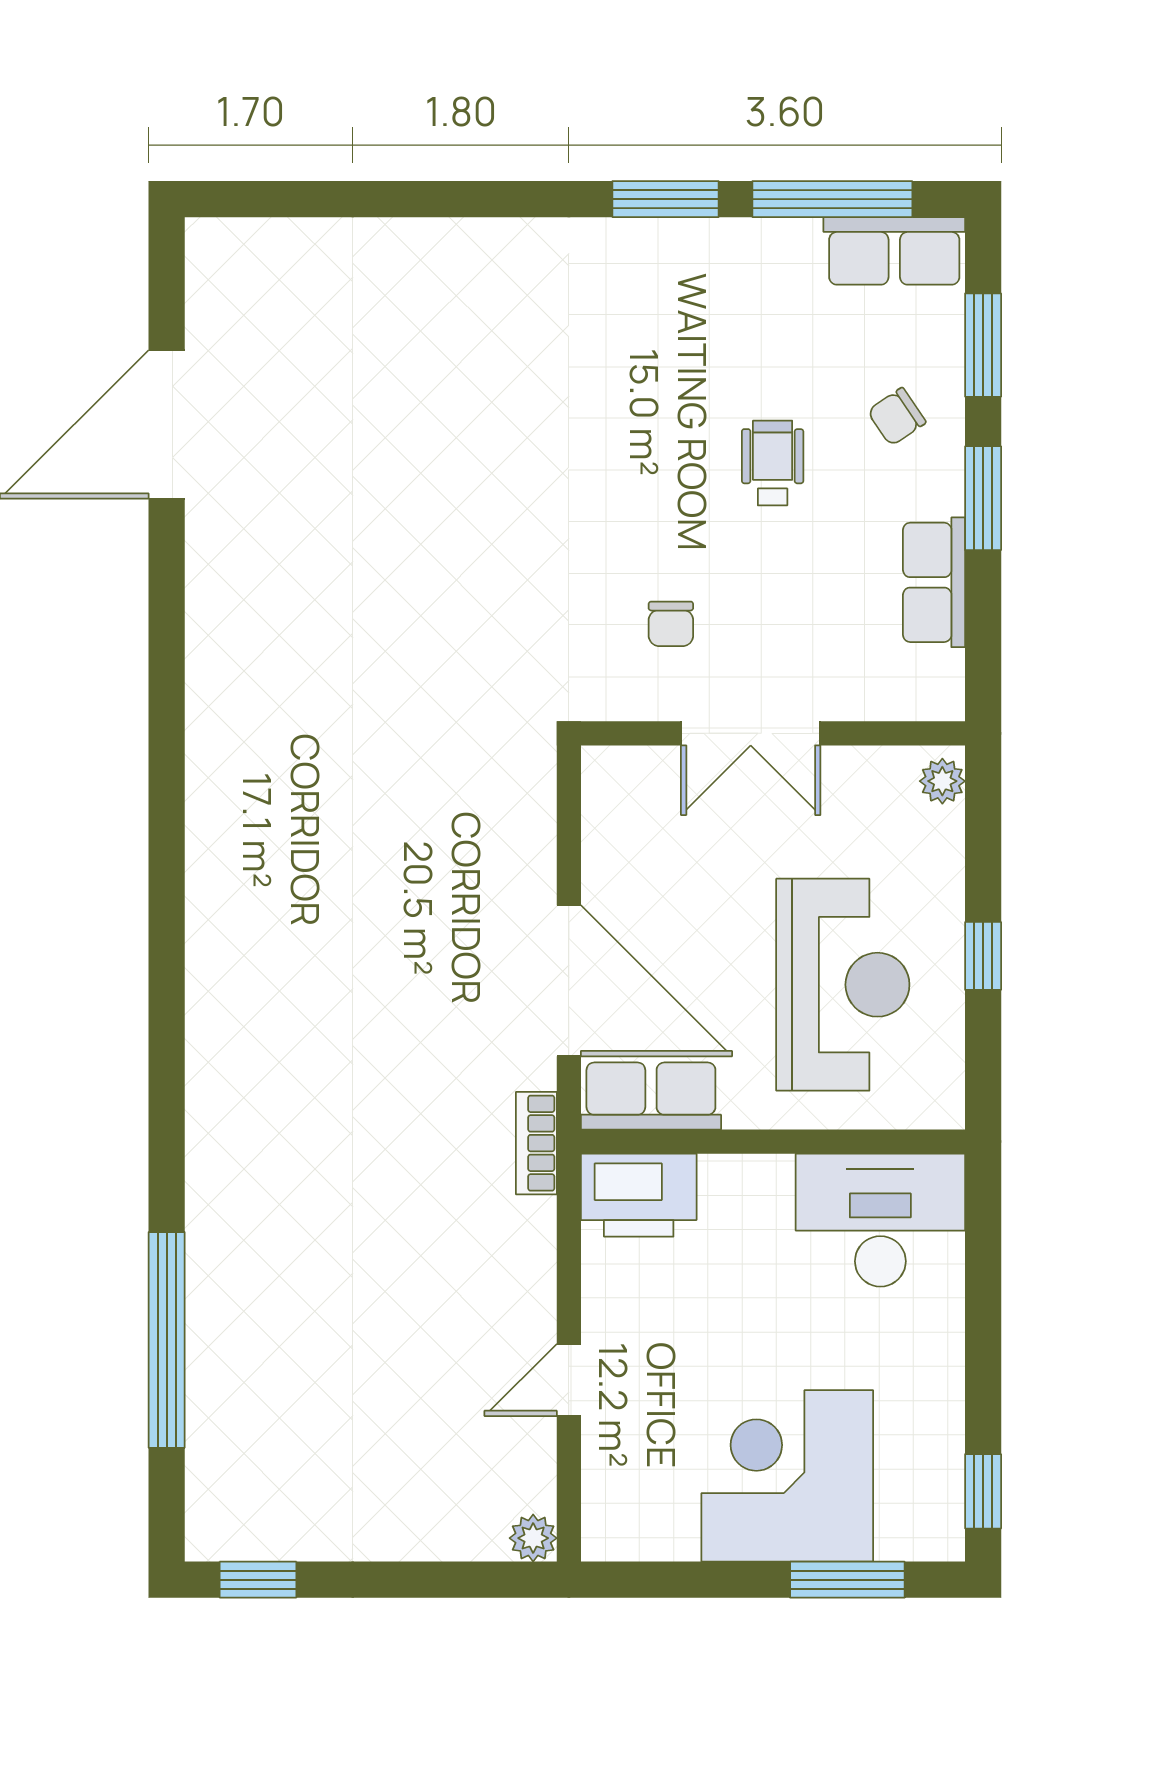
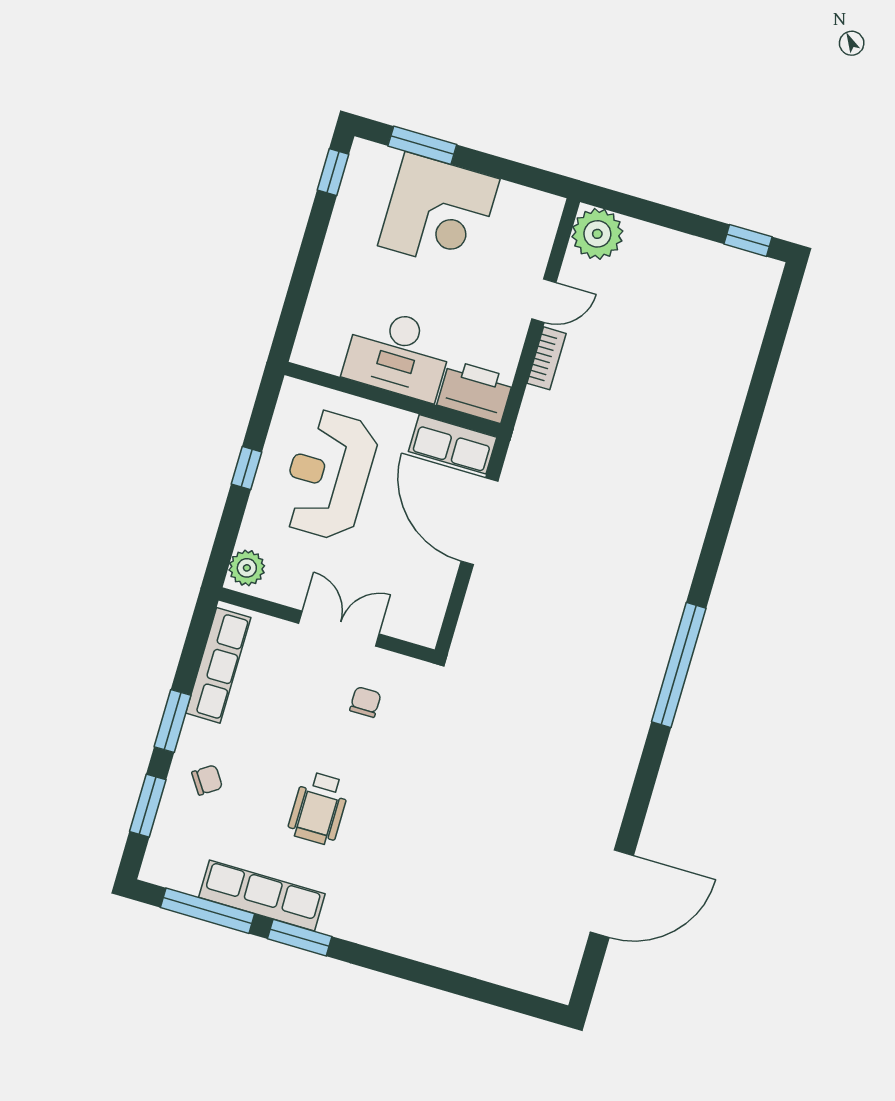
row of seats: (894, 251) -> (262, 895), moved, width x1.48
wheelchair: (773, 463) -> (319, 808), moved, width x1.36, depth x1.37
row of seats: (934, 582) -> (218, 665), width x1.48
plant: (942, 781) -> (247, 568), width x1.38, depth x1.38
bookcase: (536, 1143) -> (547, 358), moved
desk: (880, 1220) -> (398, 354), moved
window: (167, 1340) -> (679, 665), moved
plant: (533, 1538) -> (597, 234), width x1.87, depth x1.87

